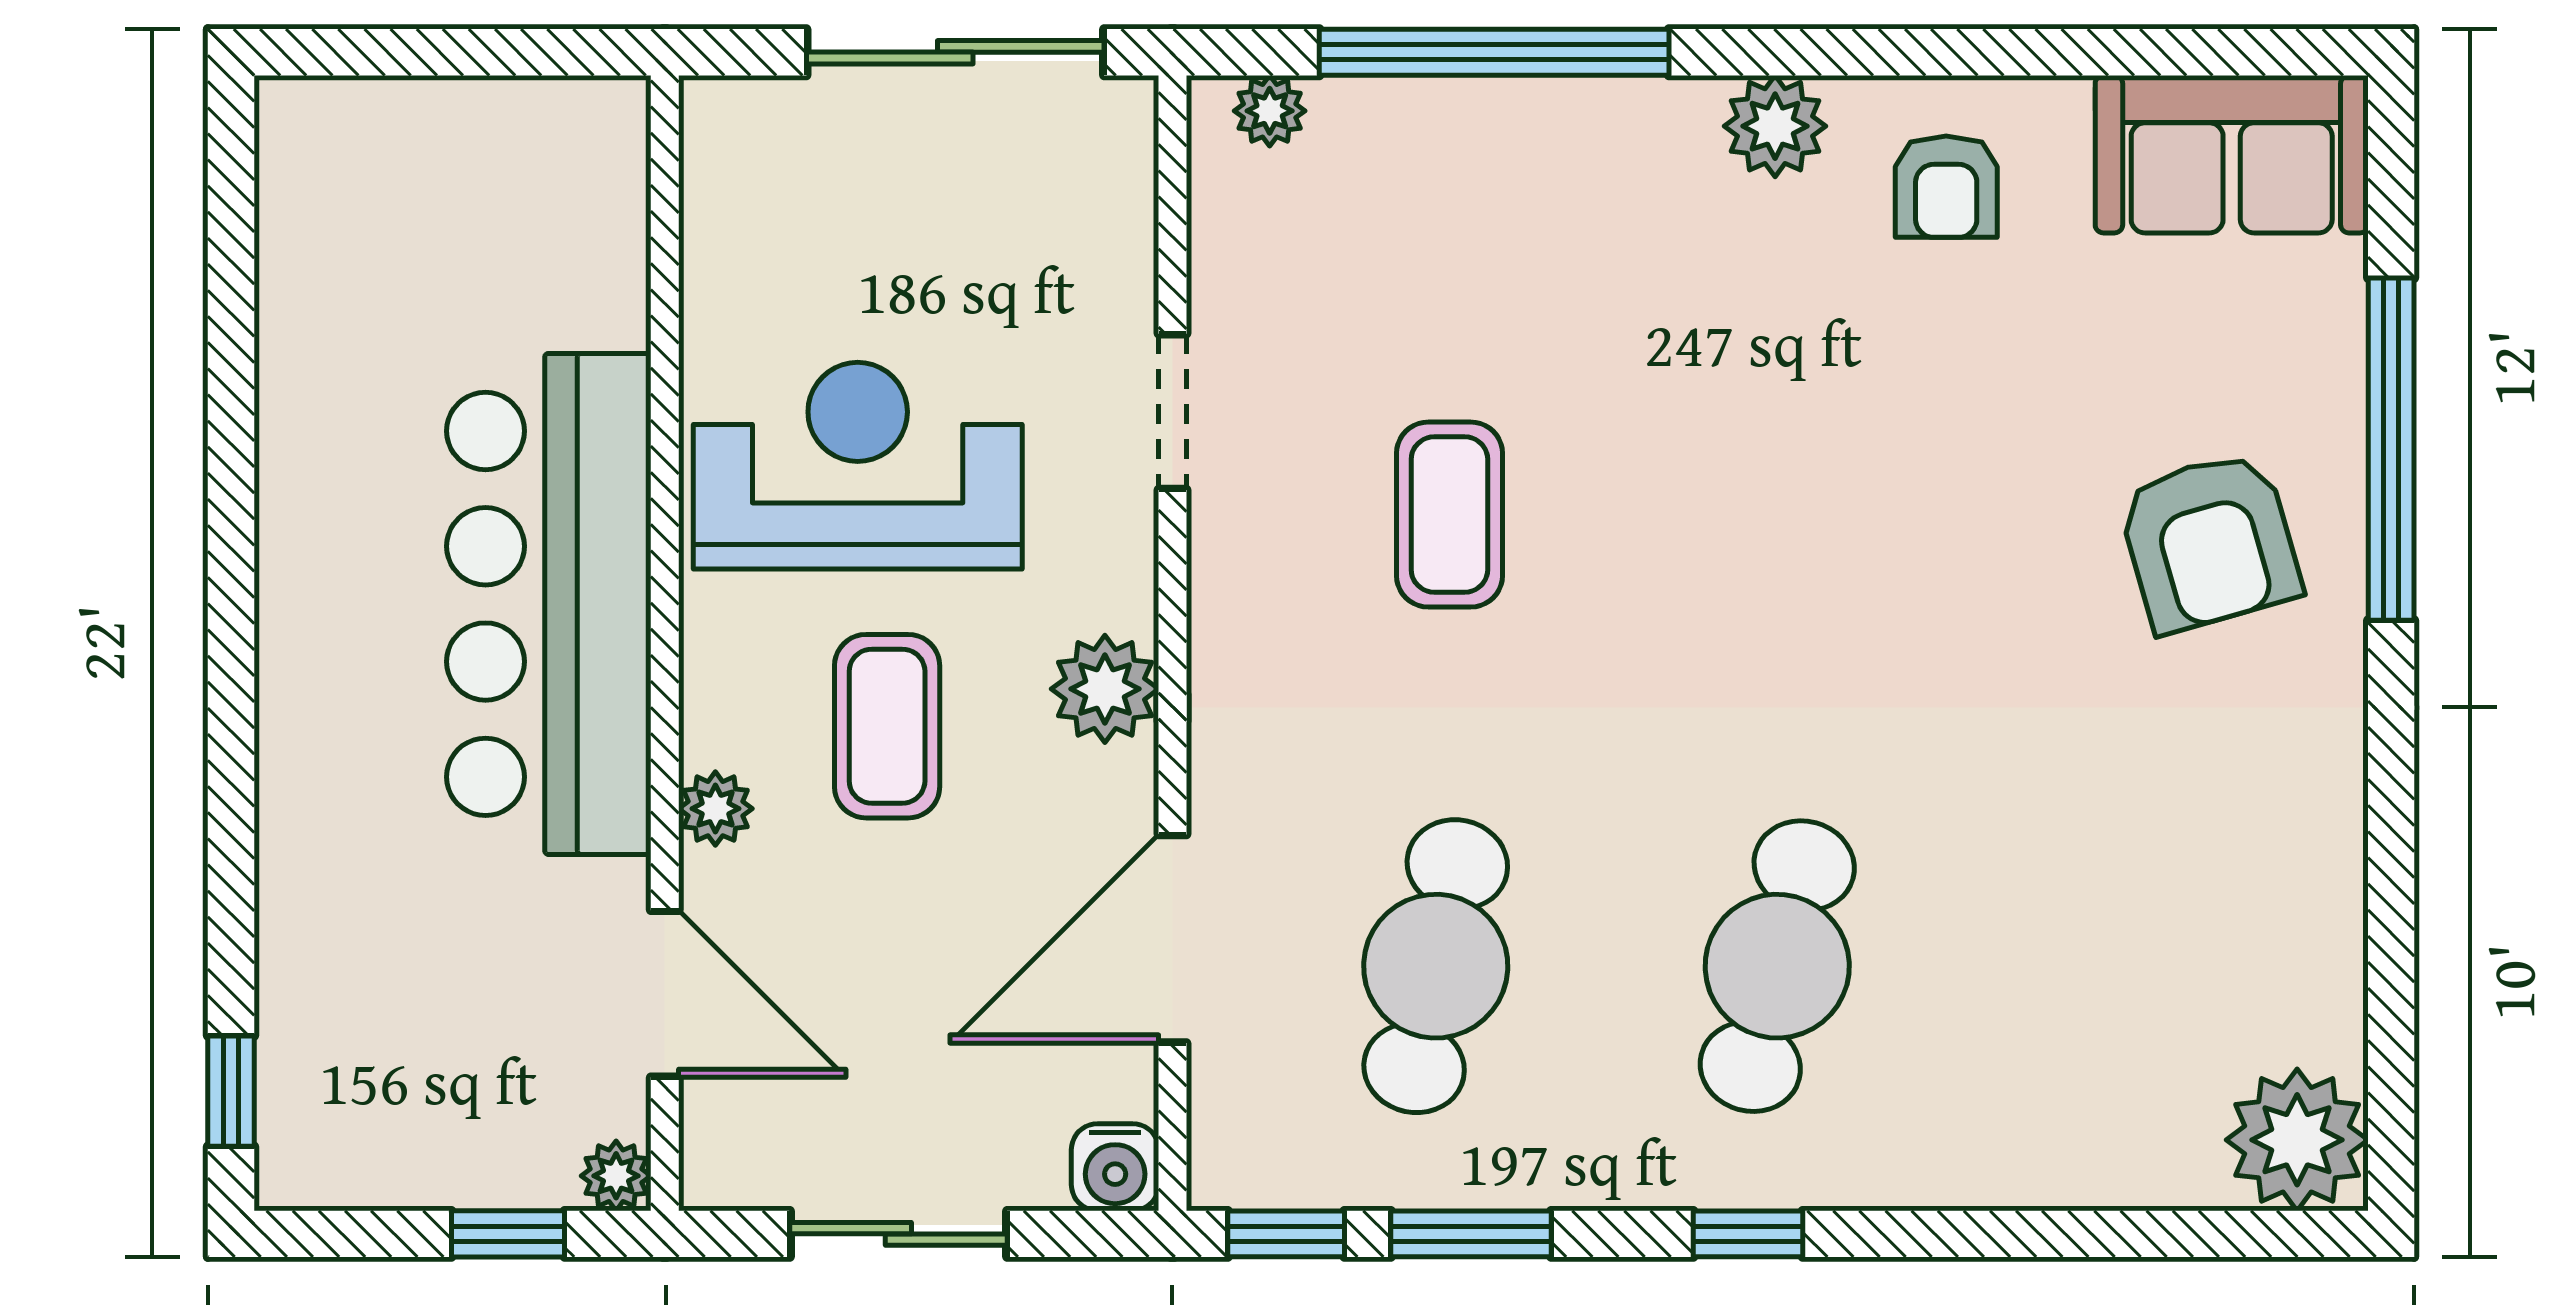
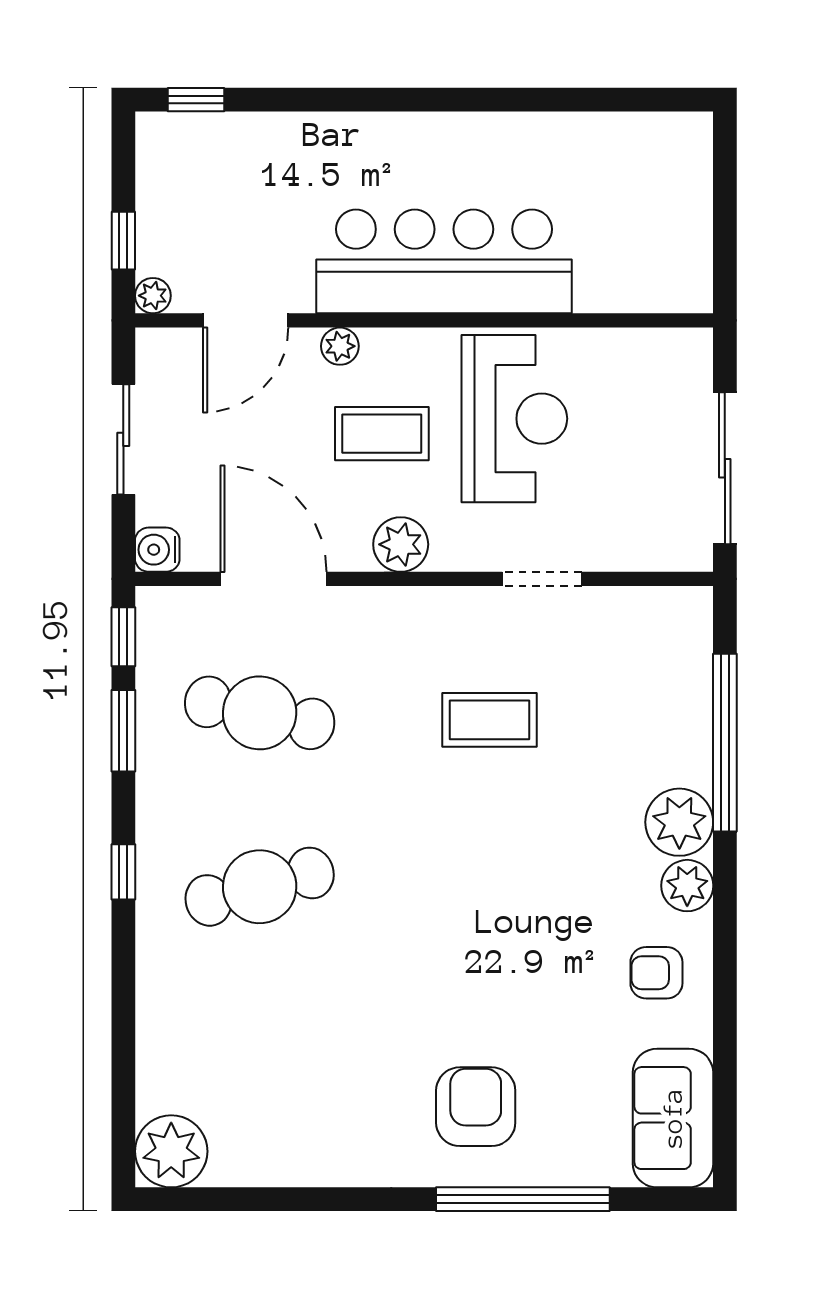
plant: (1270, 111) -> (679, 822), moved, width x1.87, depth x1.87
armchair: (2209, 542) -> (476, 1107), turned 106
cafe table: (1777, 966) -> (260, 887), turned -30

